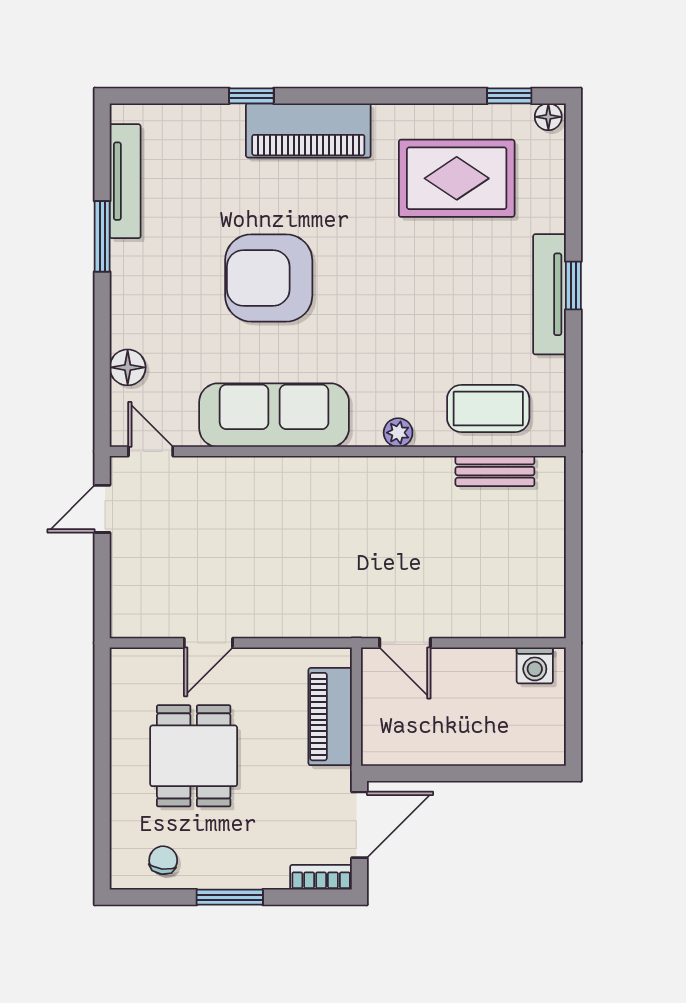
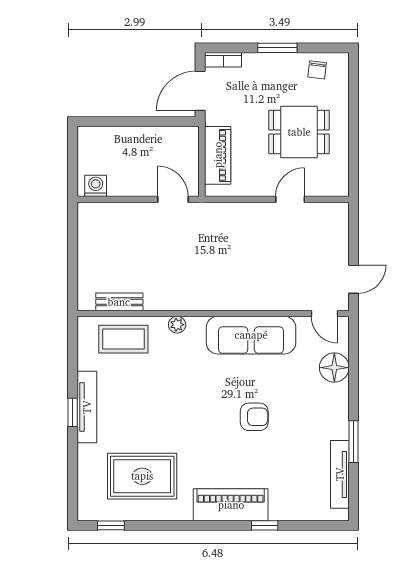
floor lamp: (548, 117) -> (88, 513), removed
armchair: (269, 278) -> (254, 417), width x0.53, depth x0.53
floor lamp: (128, 367) -> (334, 368), width x1.38, depth x1.38
dining table: (194, 756) -> (299, 132), turned 90

